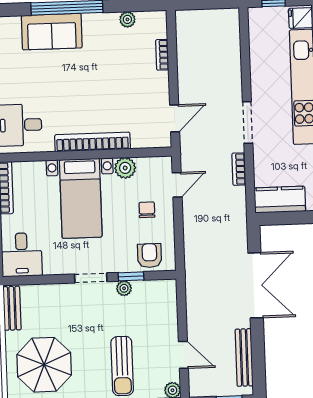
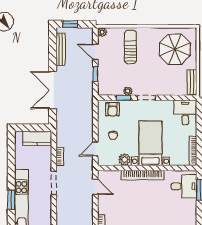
door: (175, 118) -> (95, 187), swing flipped
window: (182, 316) -> (95, 74), added

